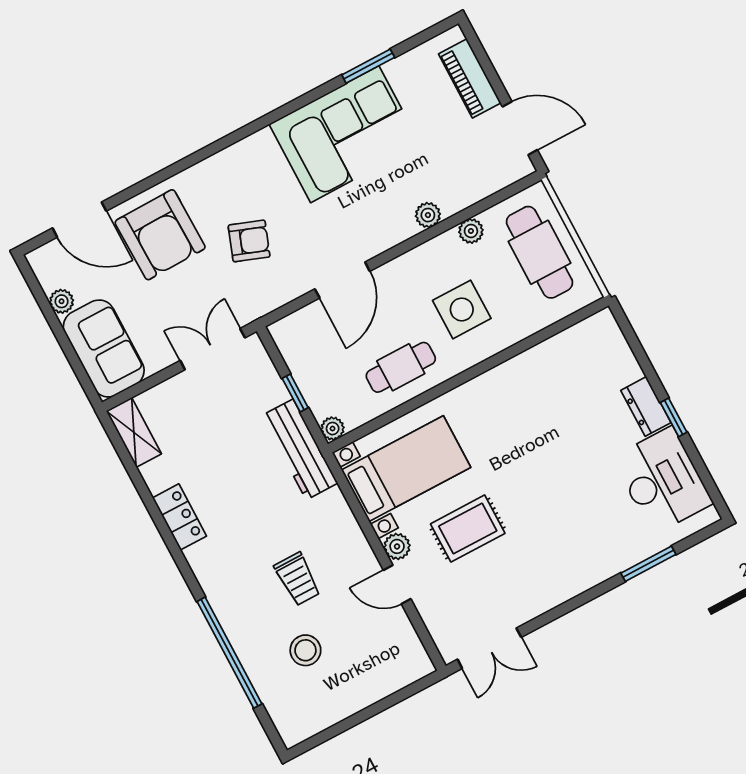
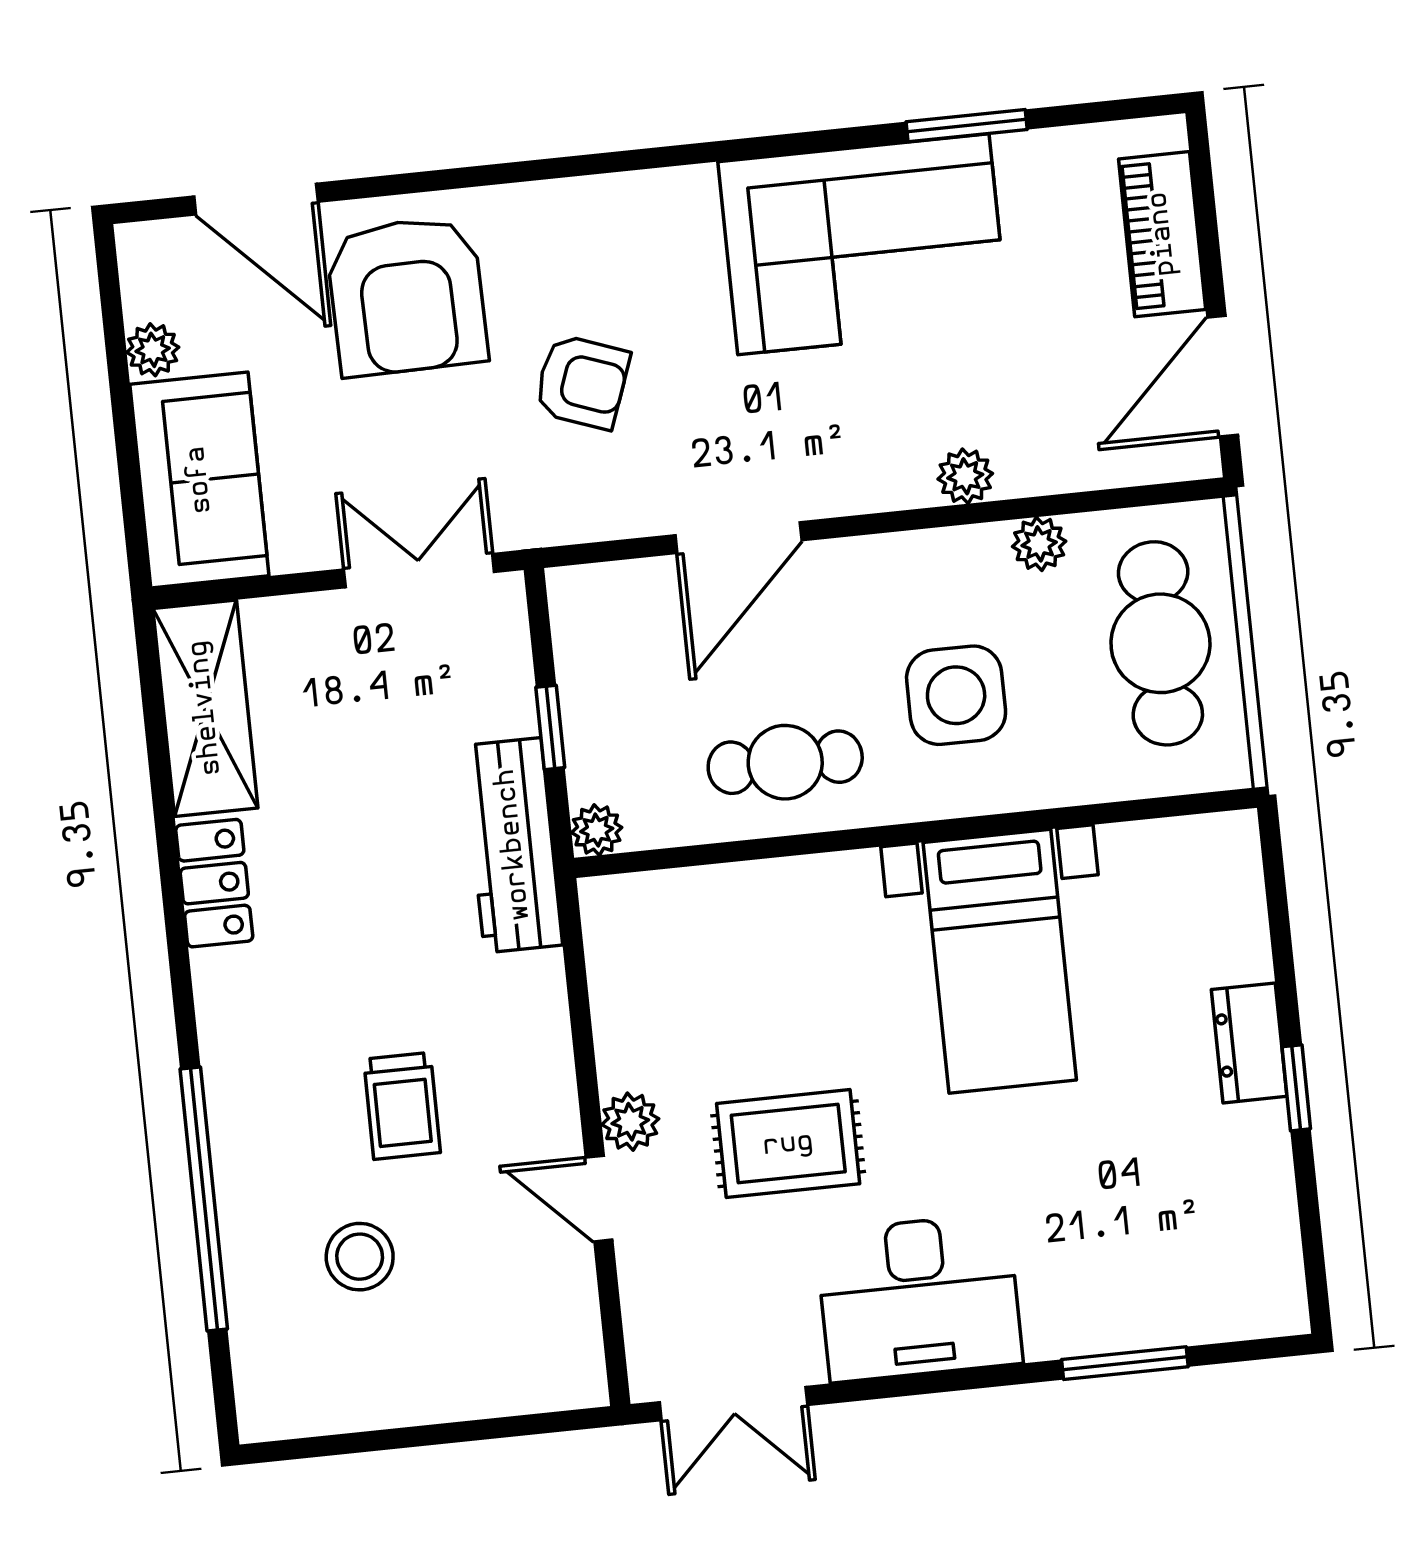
door: (520, 128) -> (1223, 376), swing flipped
shelving: (134, 432) -> (205, 708), width x1.50, depth x1.33
bed with nightstands: (406, 469) -> (1000, 961), moved, turned 90
desk: (662, 480) -> (919, 1298), moved, turned 90

